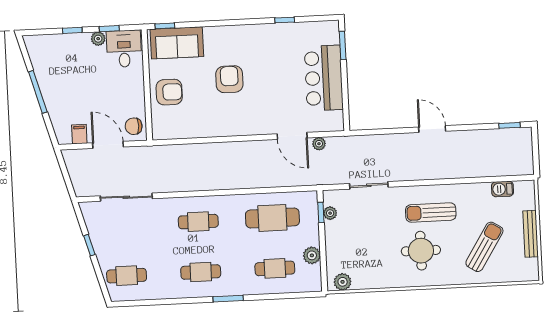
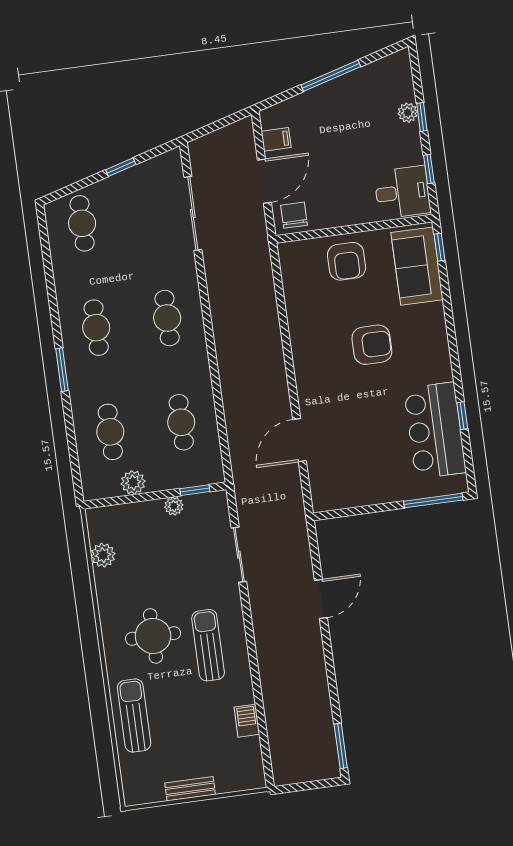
plant: (98, 39) -> (408, 113), moved
window: (343, 46) -> (433, 501), width x1.44
bar counter: (324, 78) -> (435, 430), moved, turned -90
window: (509, 125) -> (341, 746), width x1.50
door: (432, 129) -> (321, 599), moved
plant: (319, 144) -> (292, 479), removed
barbecue: (503, 189) -> (247, 721), moved
plant: (330, 213) -> (174, 506), moved
cafe table: (272, 218) -> (181, 422), width x0.73, depth x0.74
bench: (531, 234) -> (190, 789), width x0.73
sun lounger: (484, 247) -> (134, 716), moved, turned -122
plant: (343, 282) -> (103, 555), moved

